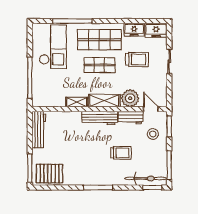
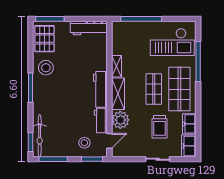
trolley: (121, 153) -> (65, 111), removed
stool: (78, 172) -> (46, 68), added

